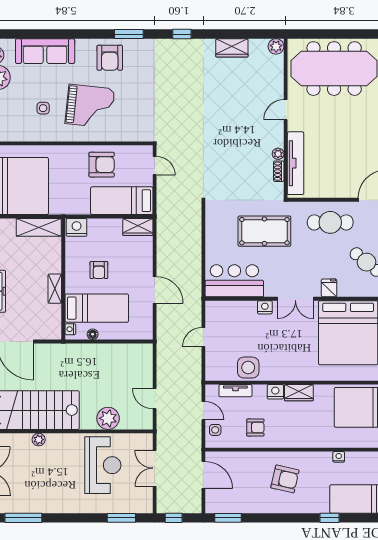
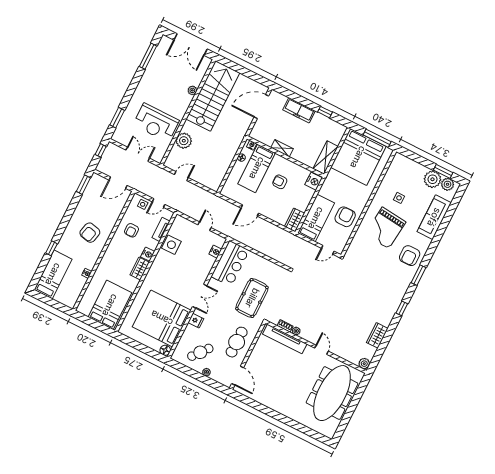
armchair: (110, 58) -> (410, 256), turned -90
armchair: (102, 165) -> (345, 217), turned 180
double door: (295, 299) -> (200, 296), swing flipped
nightstand: (265, 307) -> (215, 252), moved

